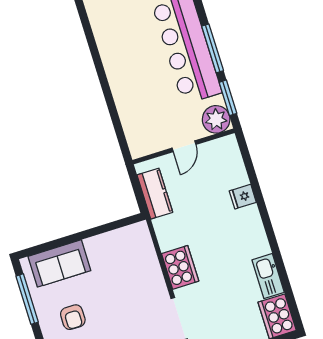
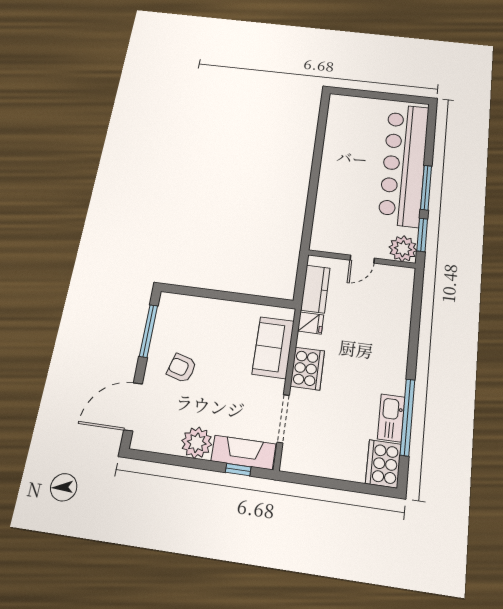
fridge: (243, 197) -> (311, 323), moved, turned 180
sofa: (59, 263) -> (273, 348), moved, turned 90
window: (281, 269) -> (408, 417), added
armchair: (73, 317) -> (182, 368), turned 106

